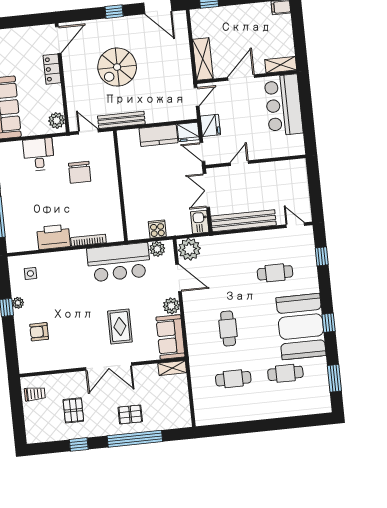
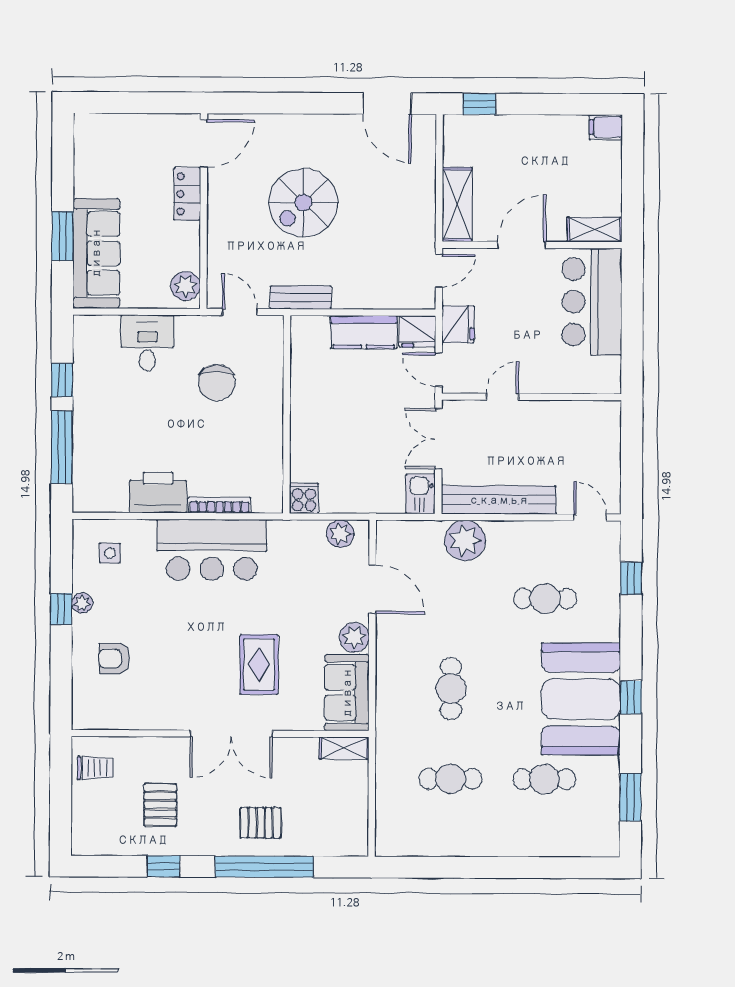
window: (114, 12) -> (308, 103), removed
bench: (121, 120) -> (301, 297), width x0.73
cooker: (157, 229) -> (304, 498), moved
plant: (189, 249) -> (465, 540), moved
bar counter: (119, 262) -> (212, 550), moved

